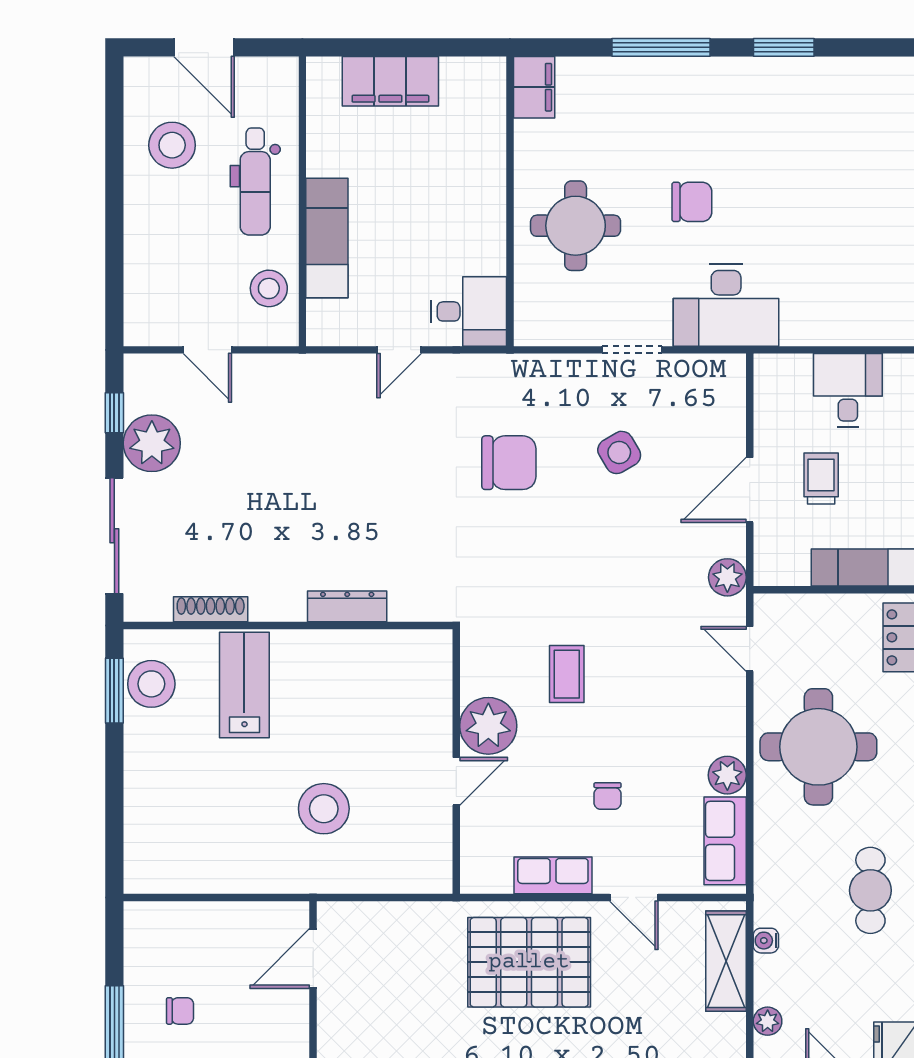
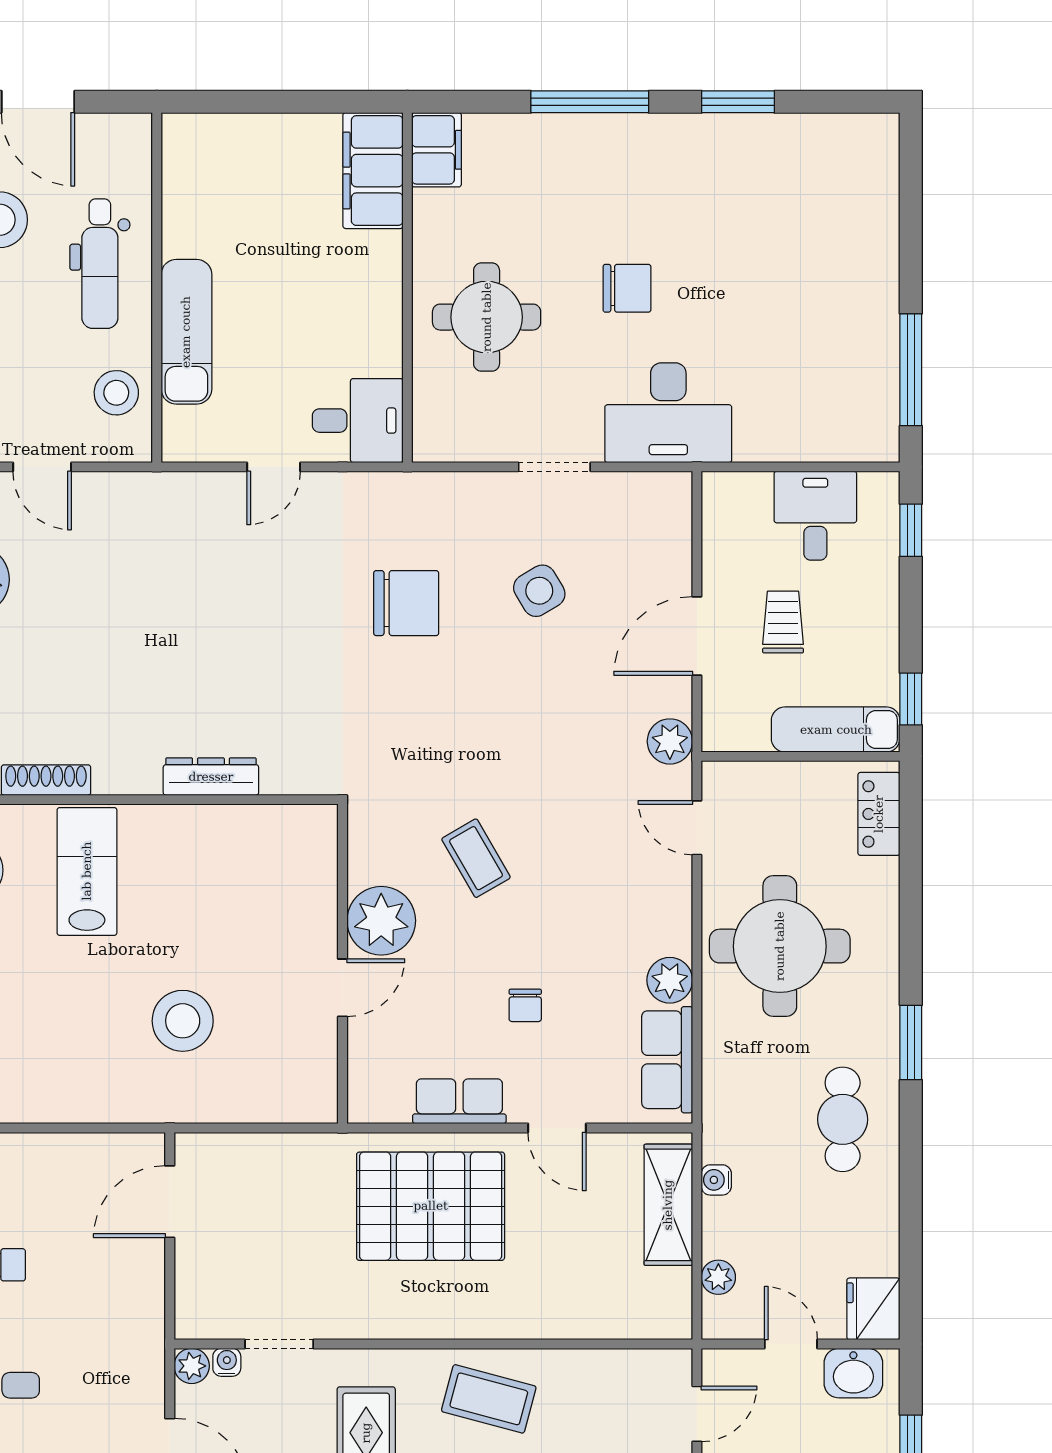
filing cabinet: (390, 81) -> (373, 171), moved, turned 90
coffee table: (567, 674) -> (476, 858), turned -30

